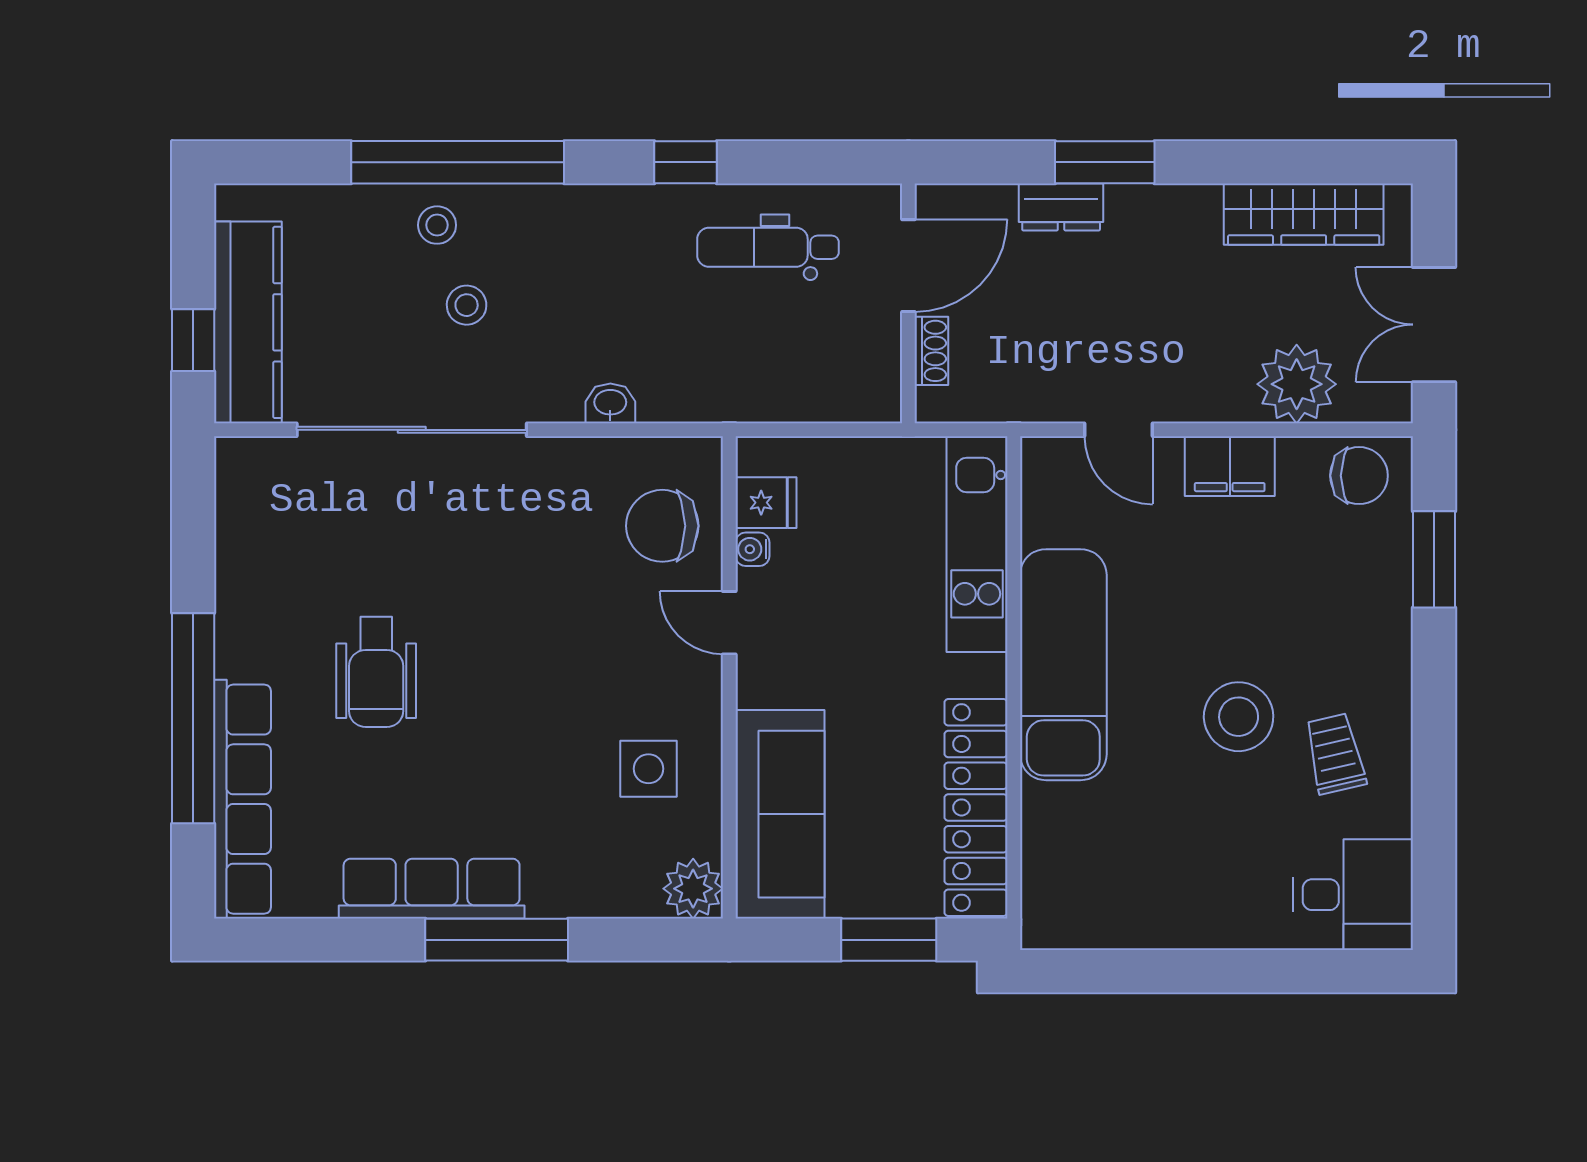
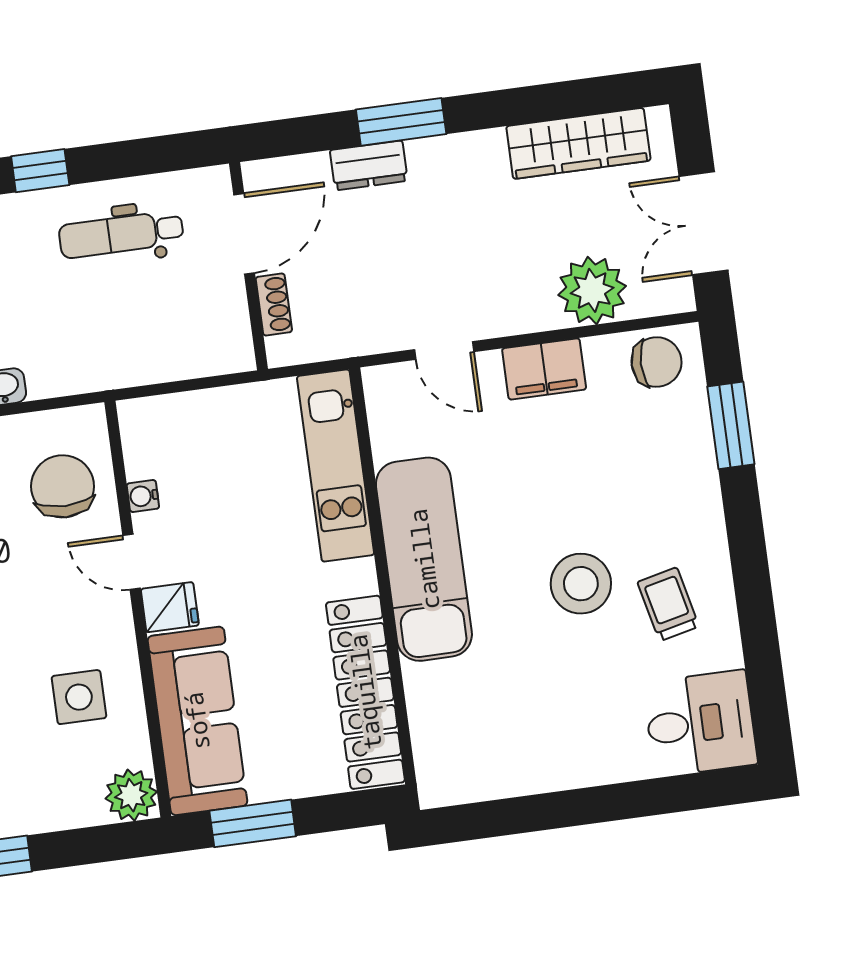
fridge: (766, 503) -> (170, 607), moved
chair: (662, 526) -> (63, 486), turned 90
window: (889, 940) -> (253, 823), moved

